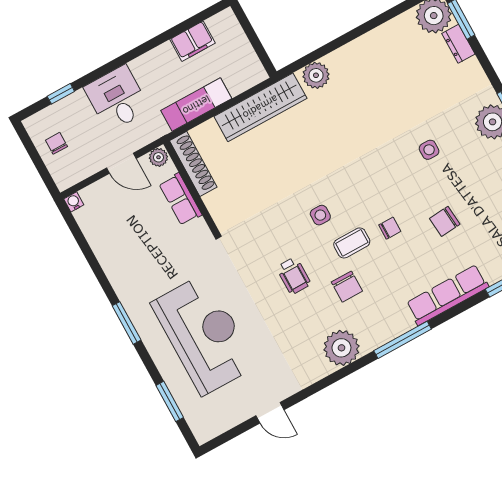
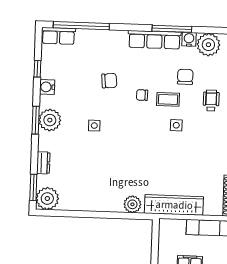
dresser: (458, 44) -> (43, 163), moved
row of seats: (447, 295) -> (154, 40), moved
water cooler: (372, 339) -> (189, 39), added

